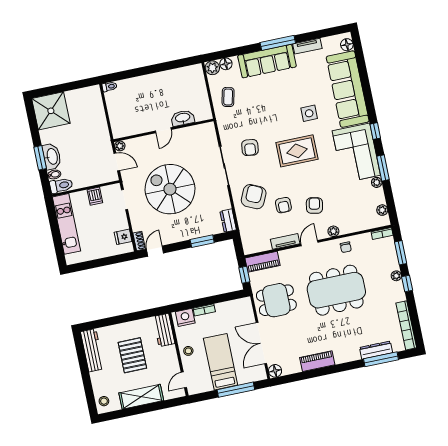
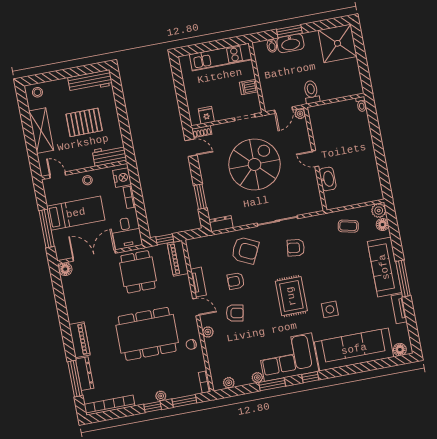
toilet: (61, 185) -> (311, 92), moved, turned 180
dining table: (336, 290) -> (147, 334), turned 90
desk: (239, 312) -> (127, 233), added
piano: (317, 361) -> (80, 340), moved

